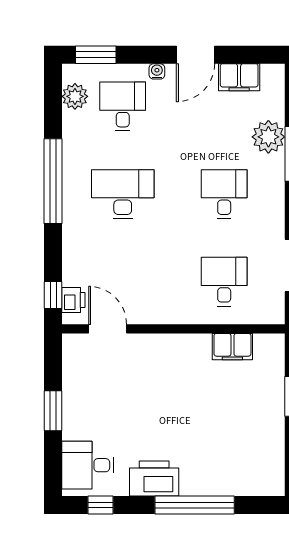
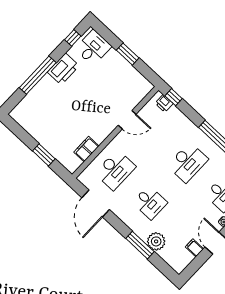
filing cabinet: (239, 77) -> (194, 248), width x0.50
desk: (224, 282) -> (115, 170), width x1.37
door: (108, 329) -> (127, 120), moved

